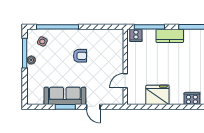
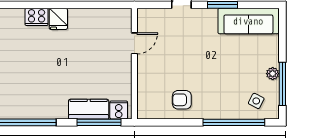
kitchen counter: (170, 36) -> (89, 109), moved
armchair: (80, 56) -> (182, 100), moved
fridge: (157, 95) -> (58, 19), moved, width x0.53, depth x0.75
sofa: (65, 96) -> (248, 21), moved

